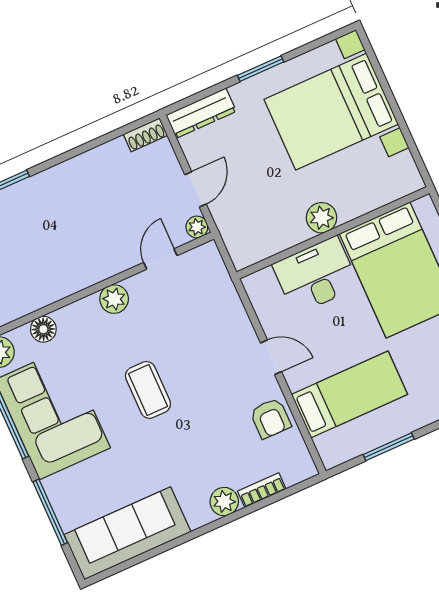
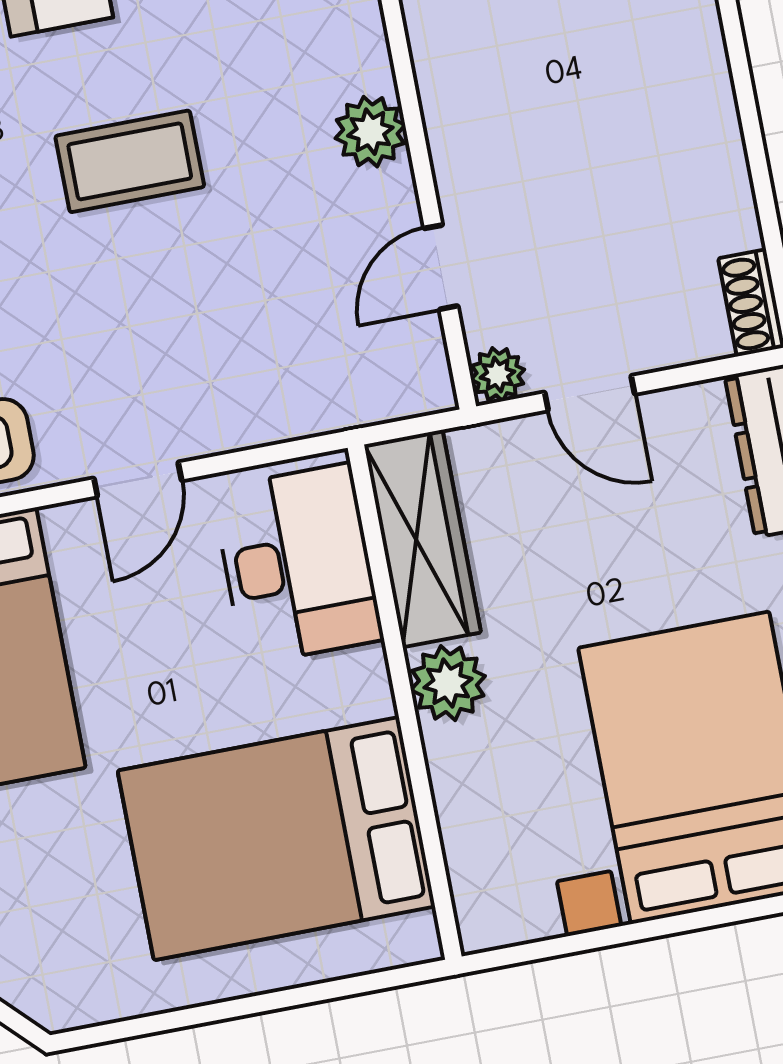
wardrobe: (268, 241) -> (422, 539), added
door: (160, 259) -> (441, 267), swing flipped
desk: (316, 275) -> (297, 564), moved

